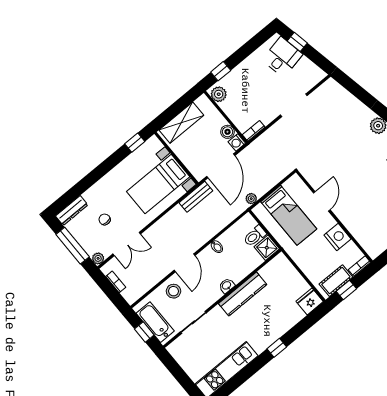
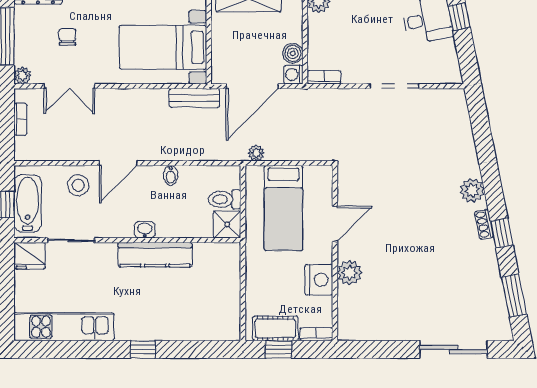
plant: (350, 220) -> (349, 273), added
fridge: (310, 301) -> (30, 256), moved, turned 180

